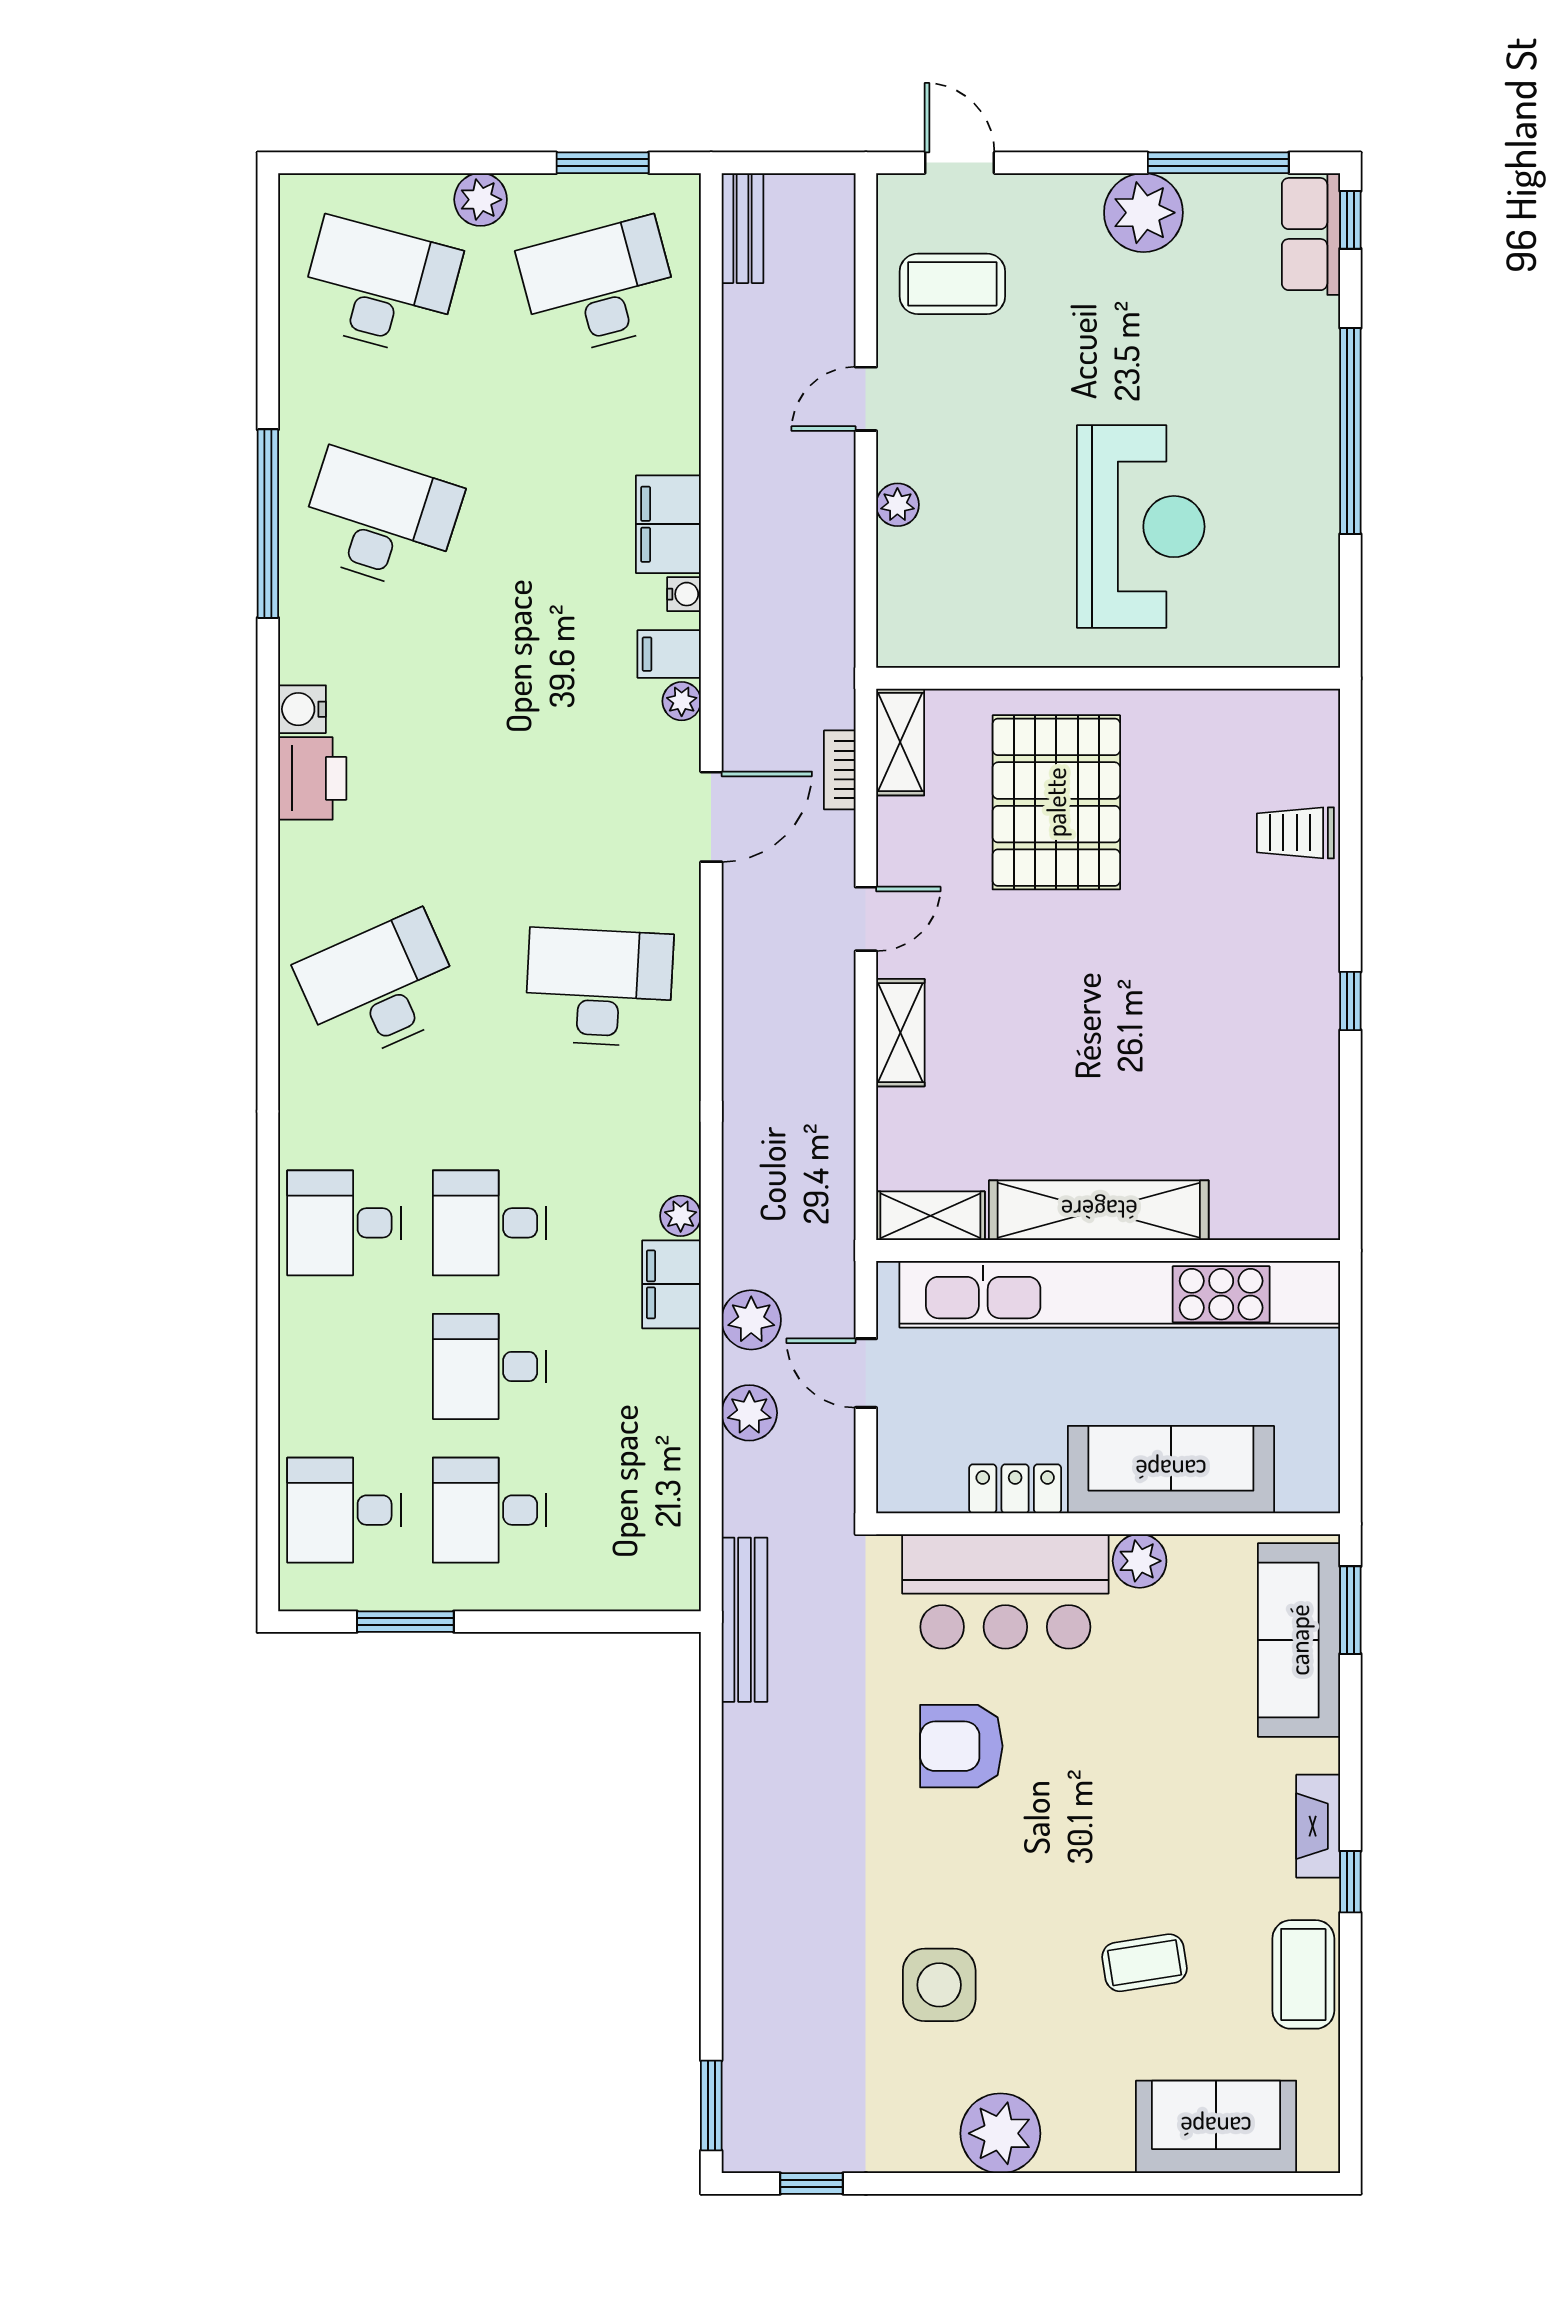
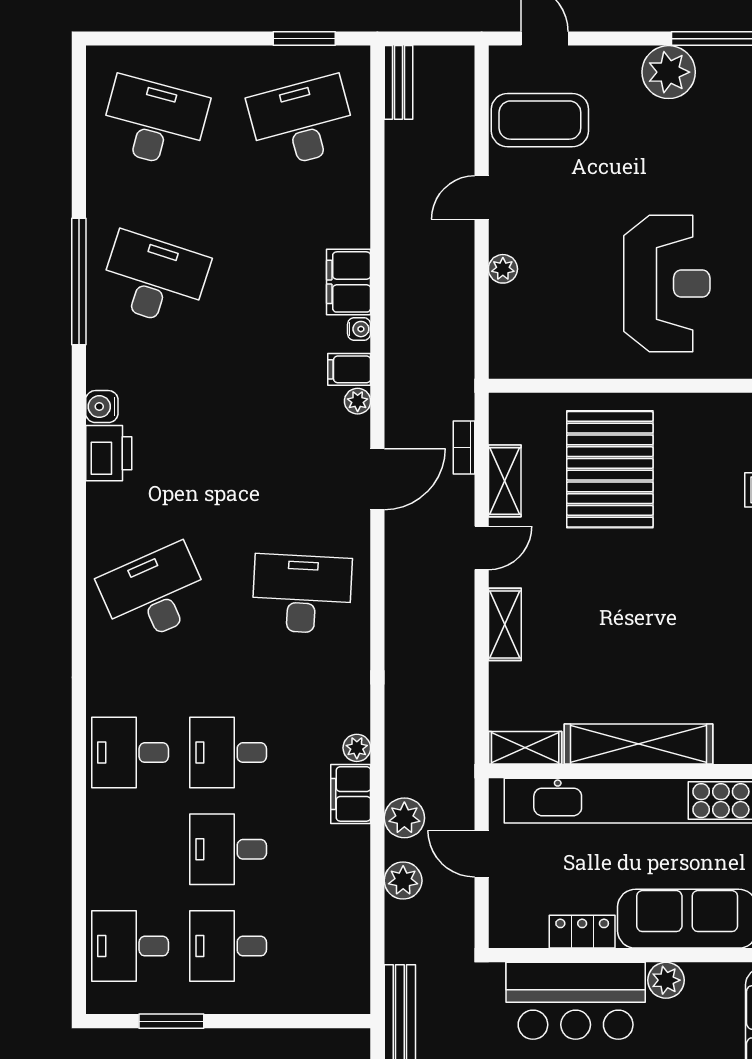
plant: (481, 200) -> (222, 63), removed
coffee table: (952, 284) -> (540, 120), width x1.36, depth x1.32
shelving: (900, 742) -> (505, 481), moved

